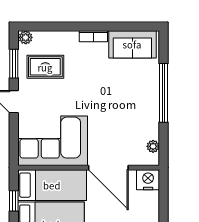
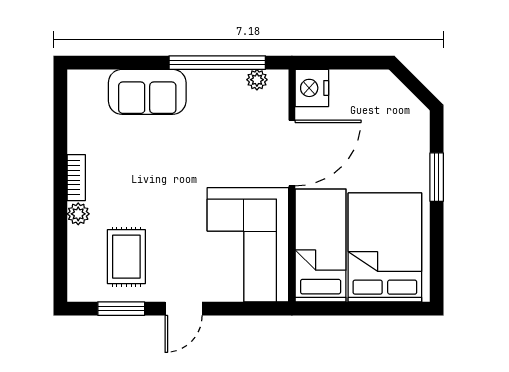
plant: (26, 37) -> (78, 214), moved
sofa: (132, 44) -> (147, 92), moved, turned 90
window: (163, 93) -> (217, 63), moved
window: (14, 201) -> (346, 309), removed

